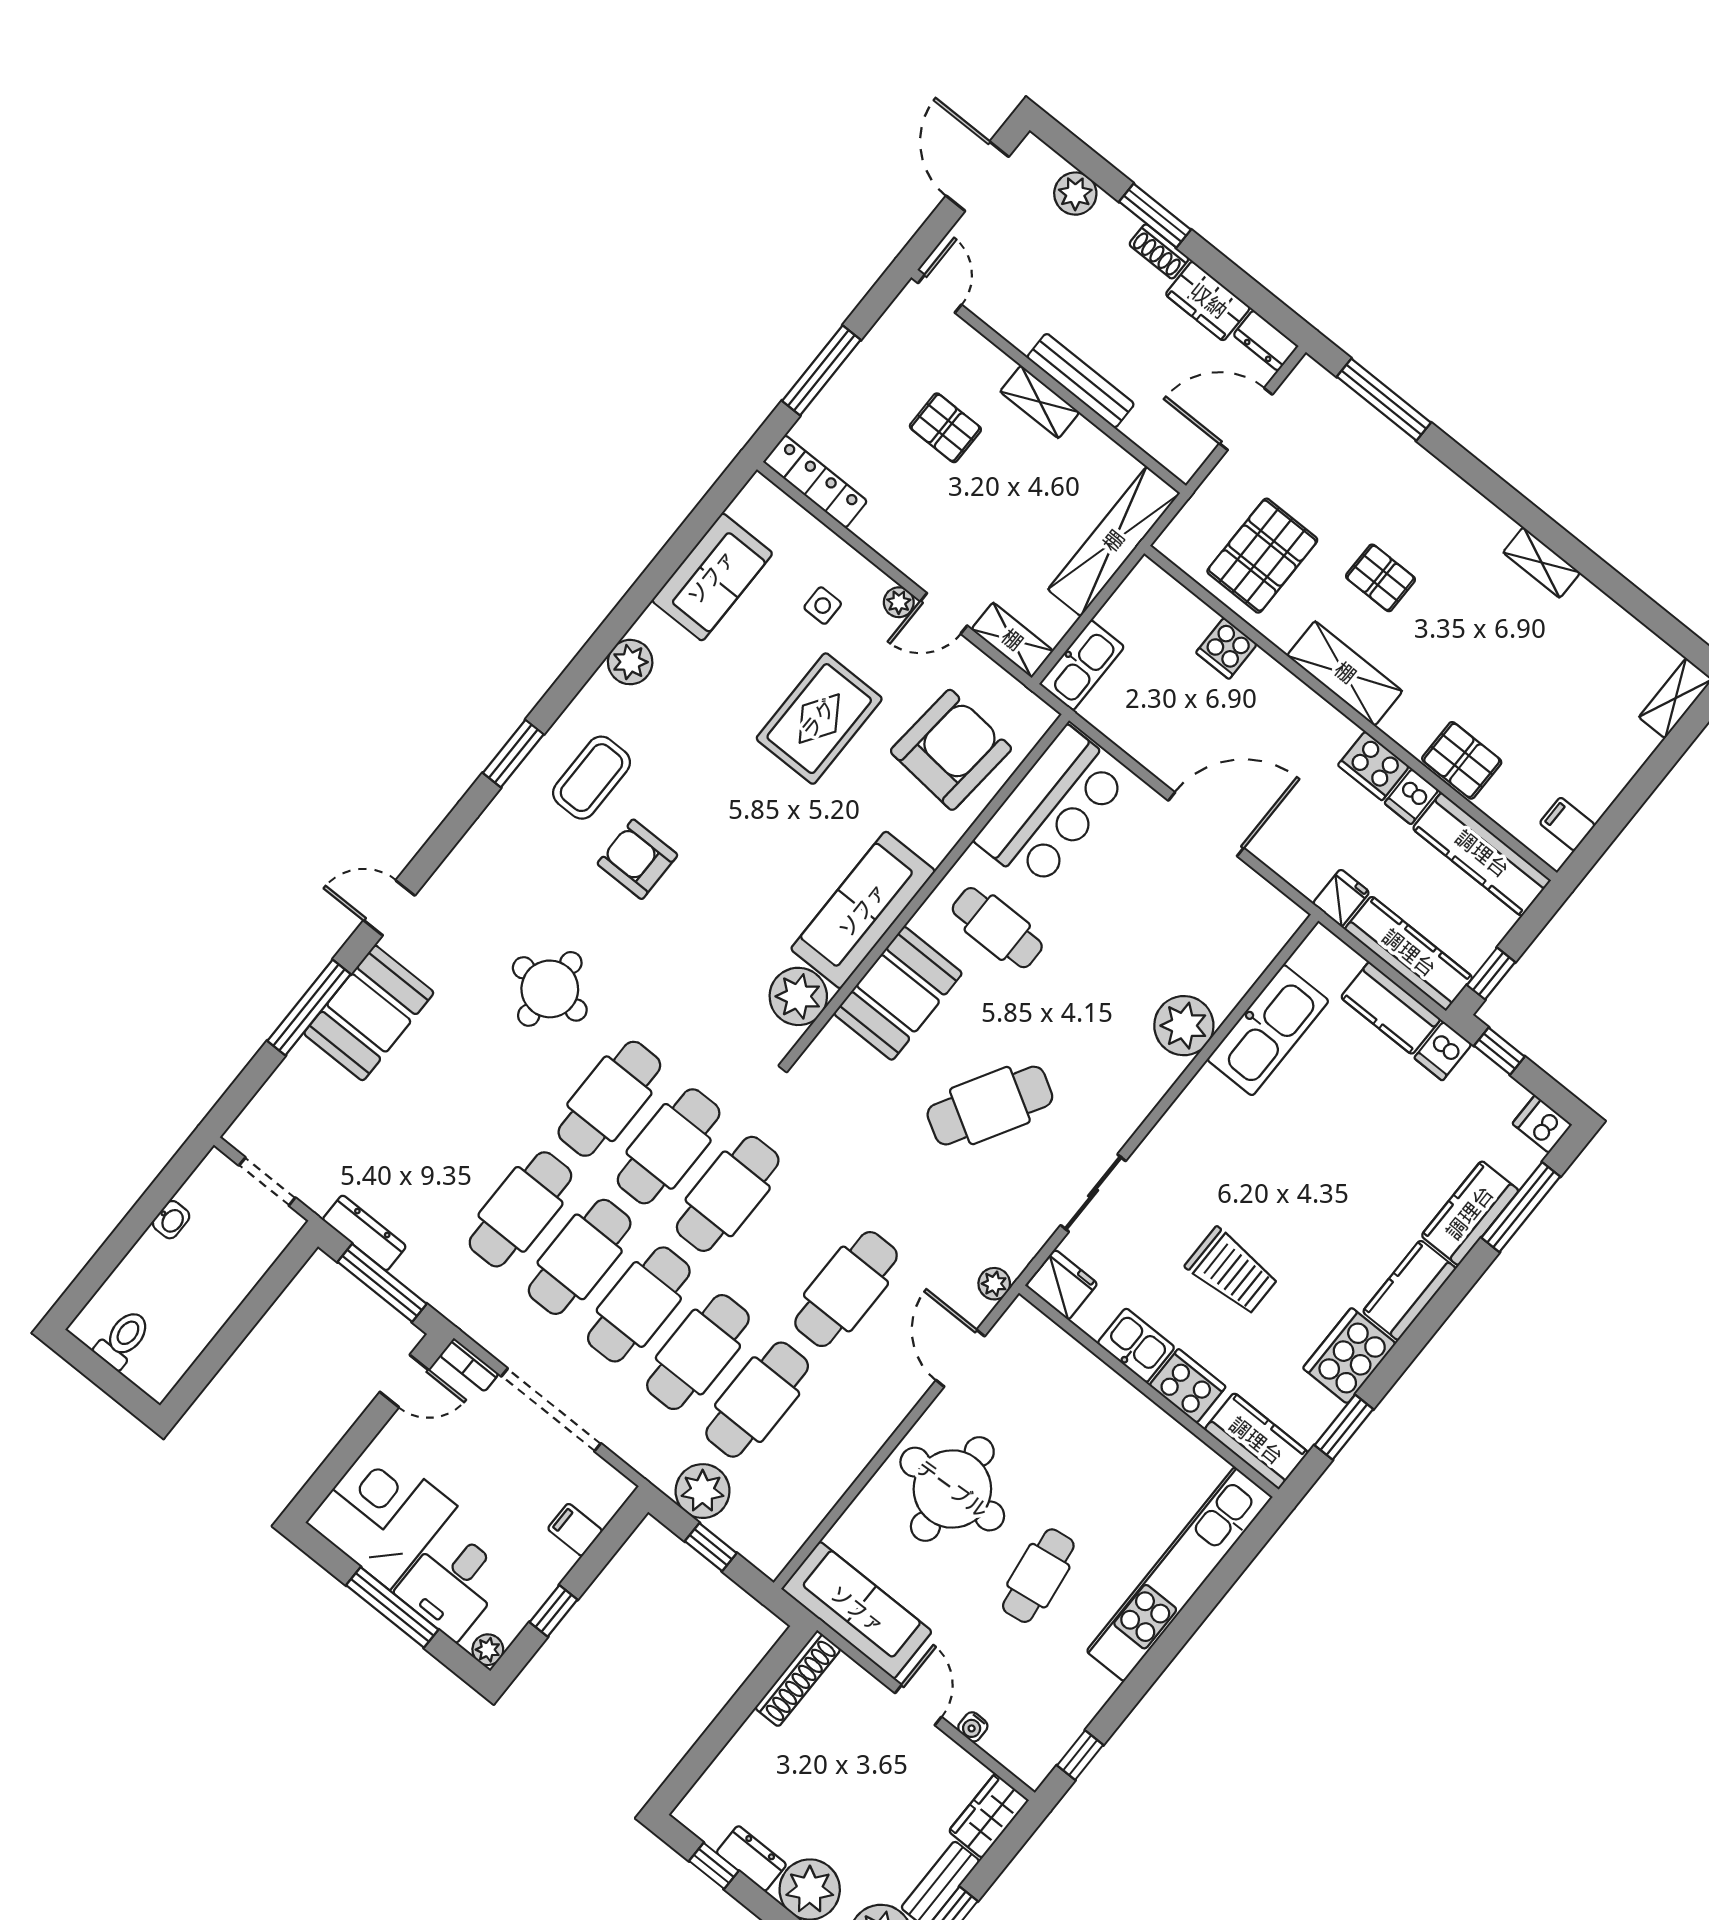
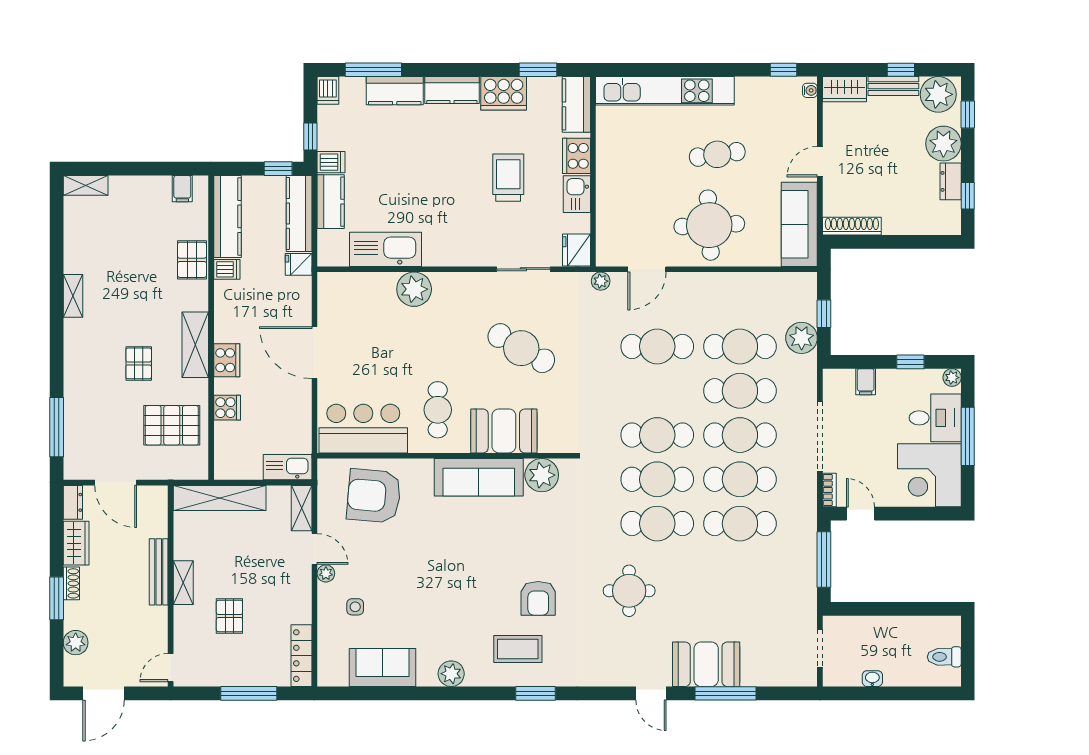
rug: (819, 719) -> (408, 567), removed
cooker: (1374, 766) -> (227, 360), moved
dresser: (364, 1233) -> (808, 586), removed
water cooler: (973, 1727) -> (810, 90), moved

